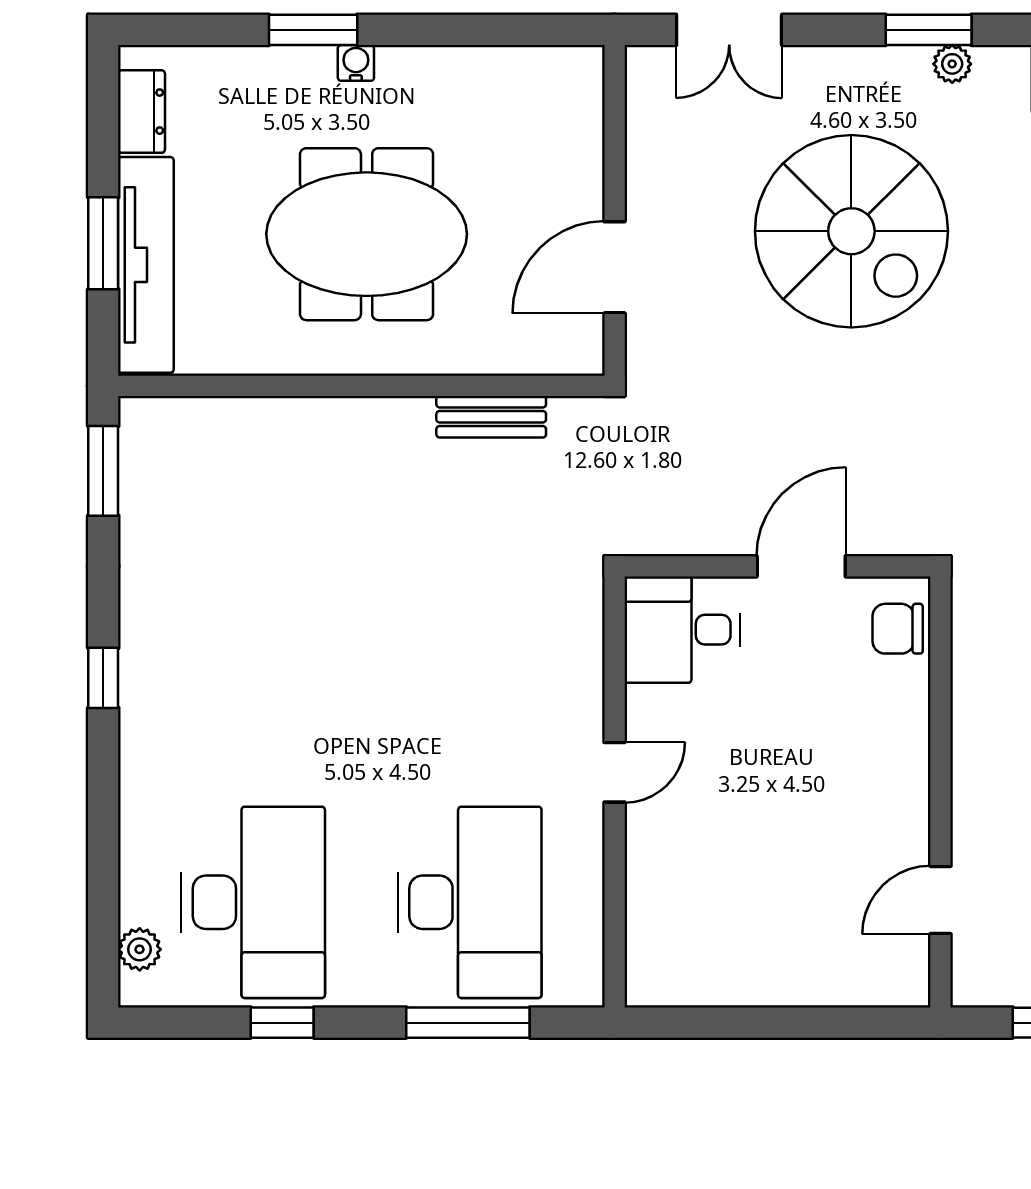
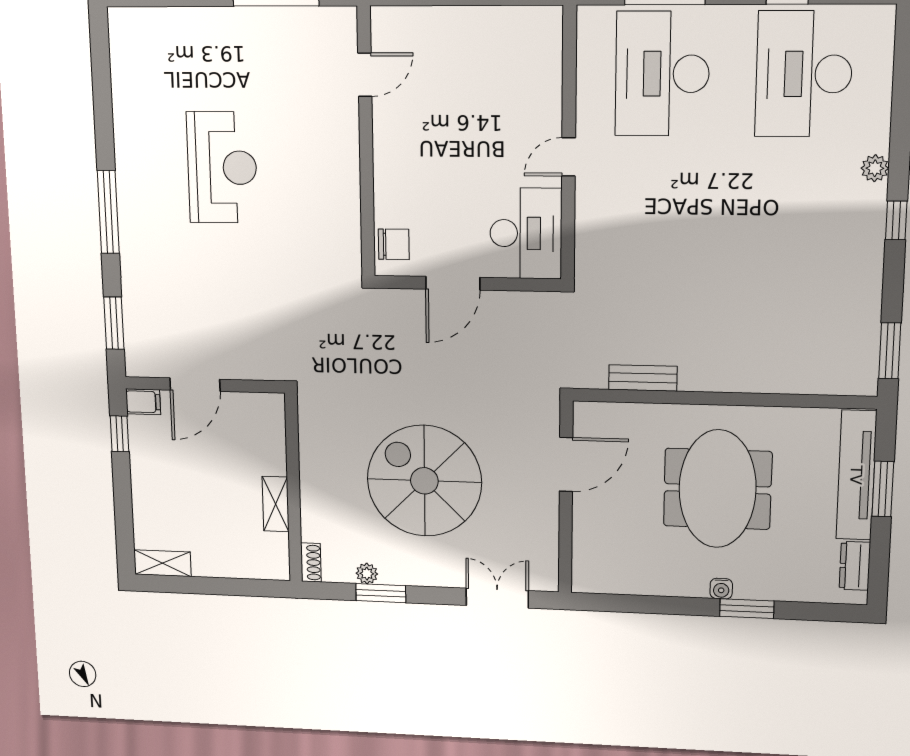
meeting table: (367, 234) -> (718, 489), turned 90
desk: (682, 630) -> (526, 233), width x1.37
plant: (140, 949) -> (875, 168), moved

